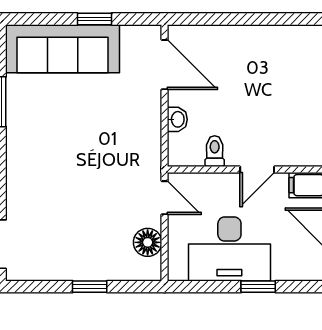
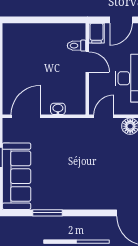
toilet: (215, 151) -> (77, 46), moved

